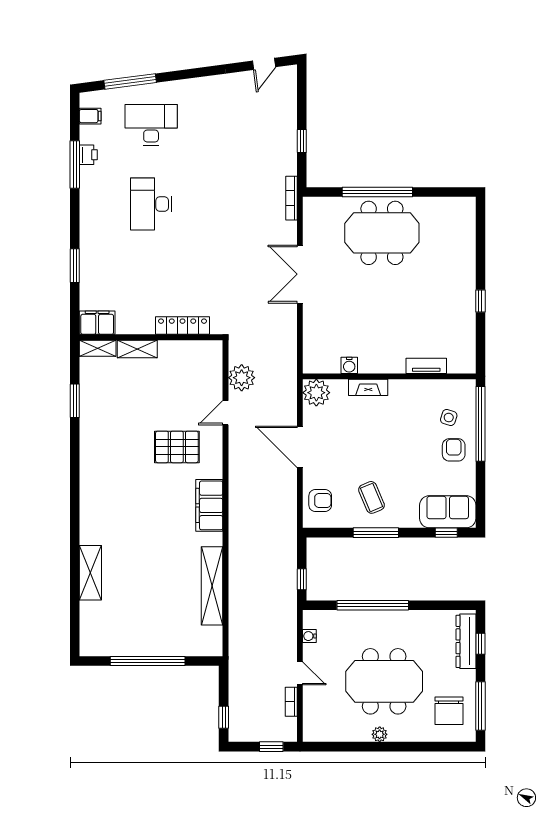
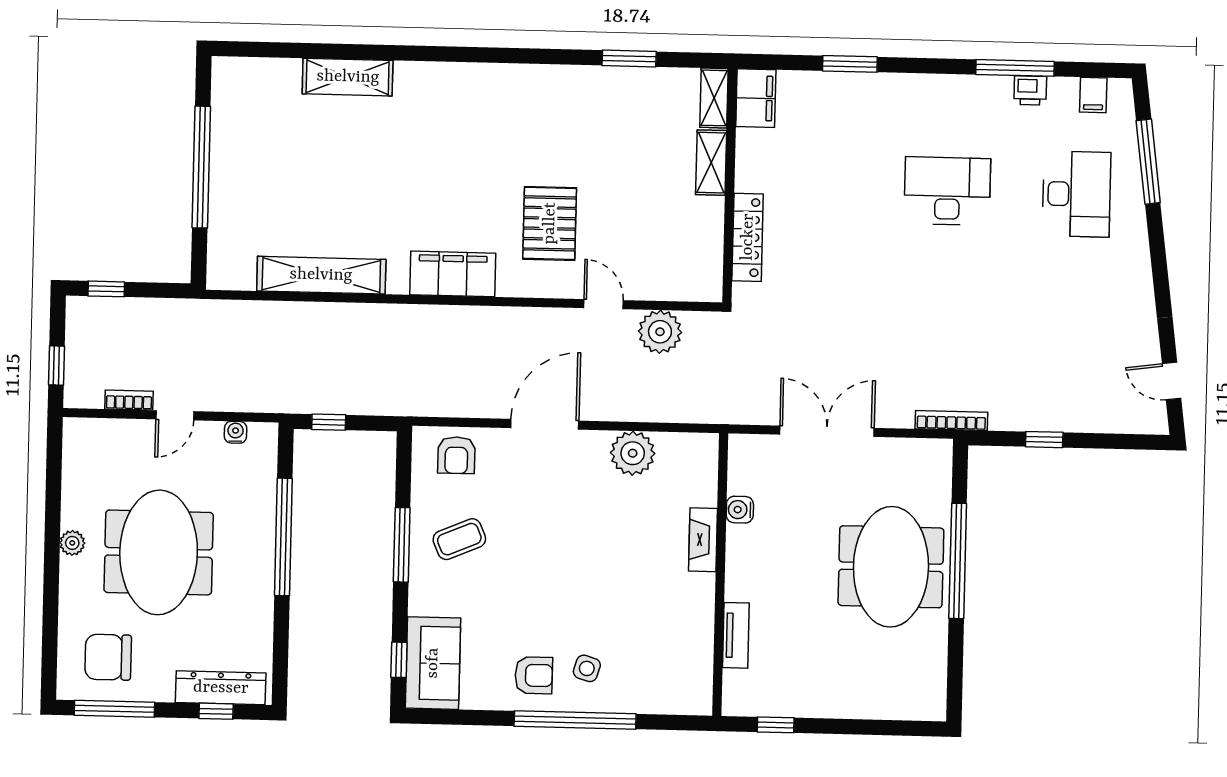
water cooler: (349, 365) -> (740, 510), moved
tv unit: (426, 366) -> (736, 635), moved
wall: (389, 376) -> (720, 575), moved
fireplace: (368, 387) -> (703, 540), moved

